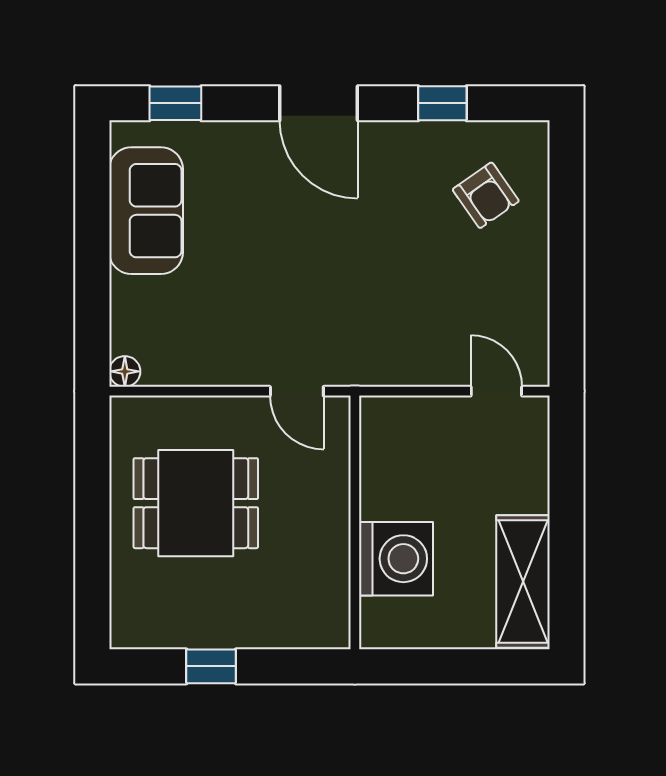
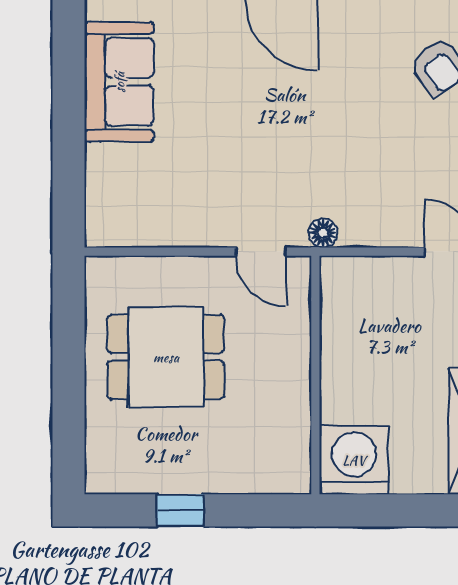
floor lamp: (125, 371) -> (323, 233), moved
washing machine: (396, 559) -> (354, 460), moved, turned -90

